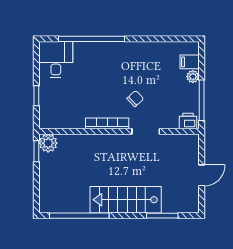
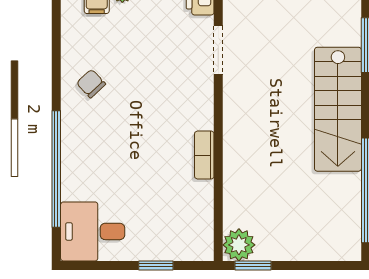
chair: (135, 99) -> (91, 84), moved
bookcase: (107, 123) -> (204, 155), width x0.64
doorway: (146, 131) -> (218, 50), moved

